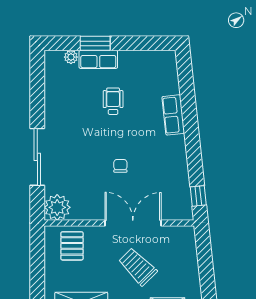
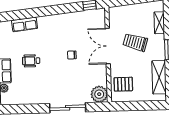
row of seats: (173, 115) -> (24, 24), moved
trolley: (138, 267) -> (135, 42), turned 62

